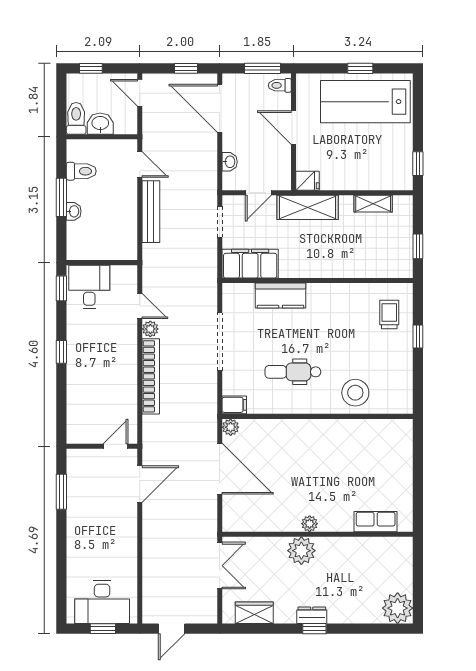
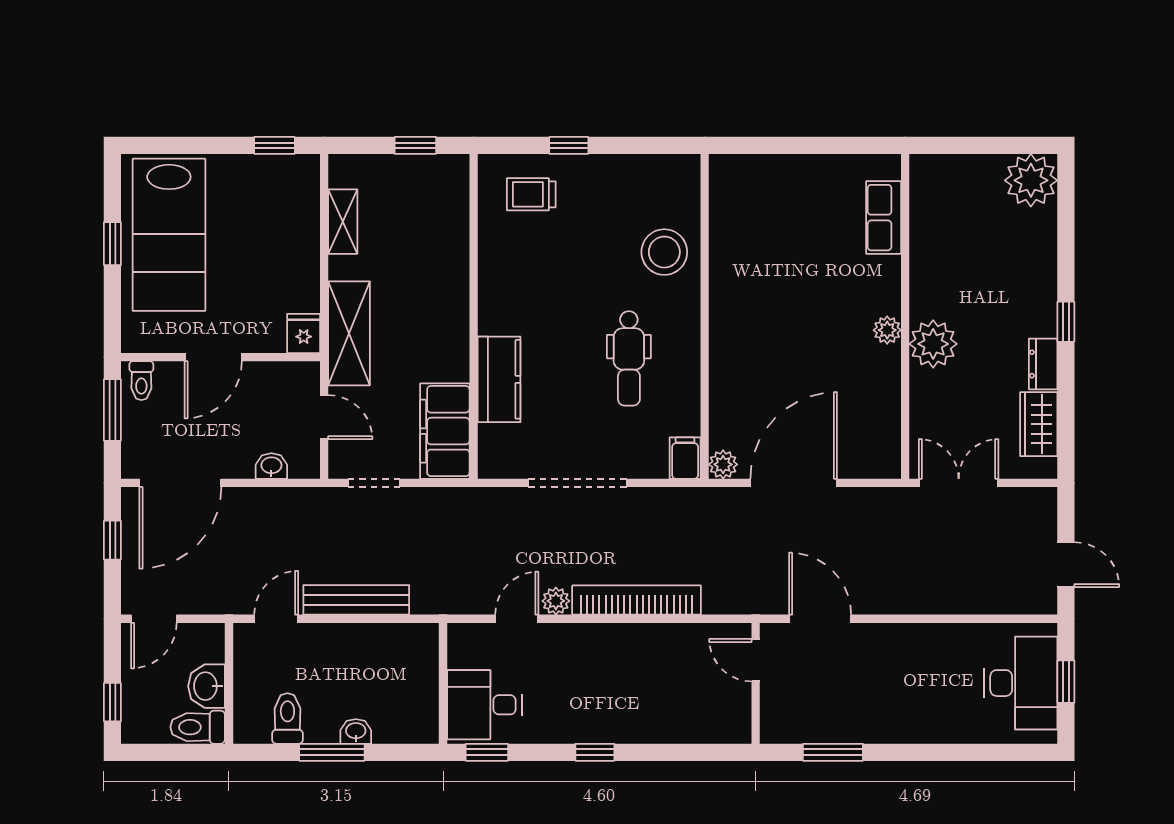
dresser: (312, 615) -> (1043, 364), moved

